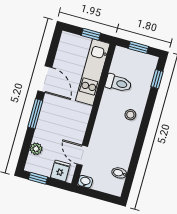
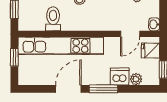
kitchen unit: (93, 72) -> (61, 46), width x1.36
dishwasher: (43, 133) -> (120, 76), added

